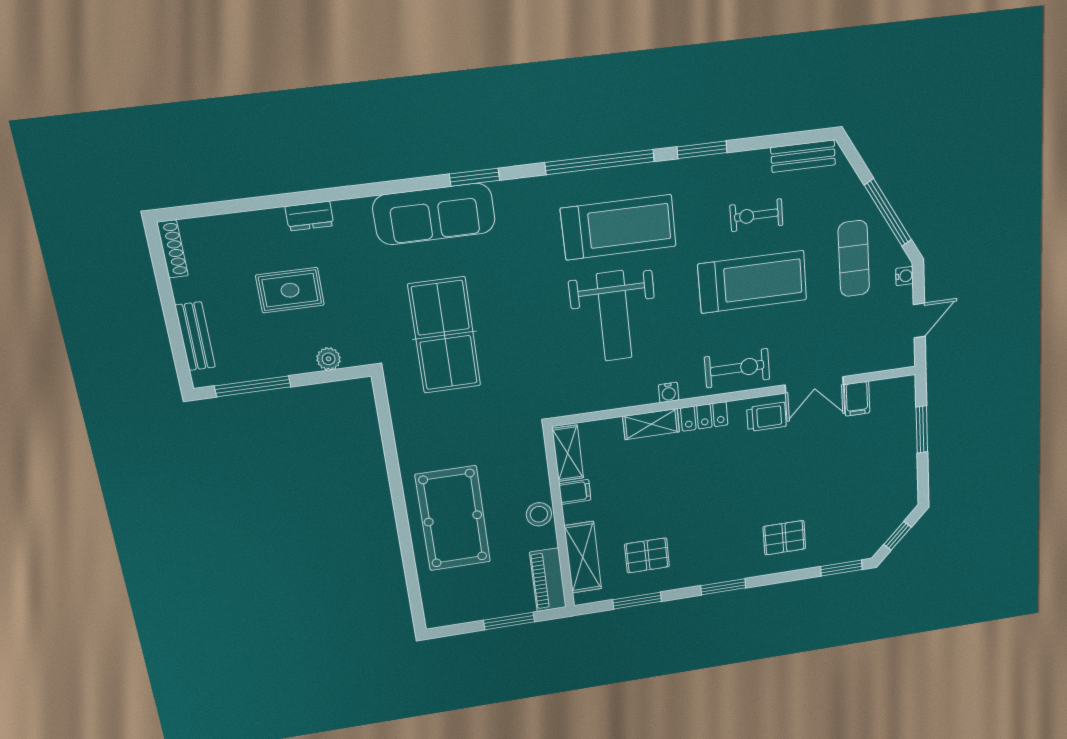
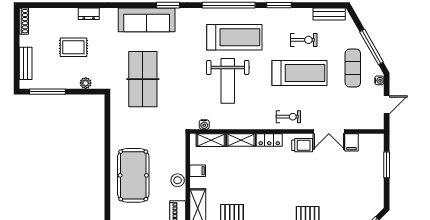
exercise bike: (756, 215) -> (304, 40), turned 180
exercise bike: (737, 368) -> (288, 117), width x0.73, depth x0.72
water cooler: (669, 392) -> (204, 124), moved
shelving: (568, 453) -> (211, 140), moved, turned 90

